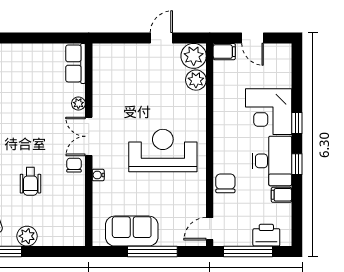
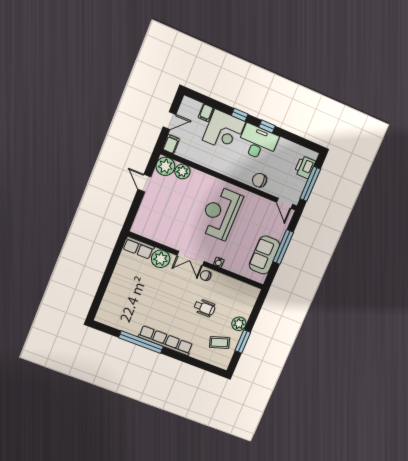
plant: (78, 104) -> (161, 259), width x1.87, depth x1.87
filing cabinet: (281, 195) -> (206, 113), moved

